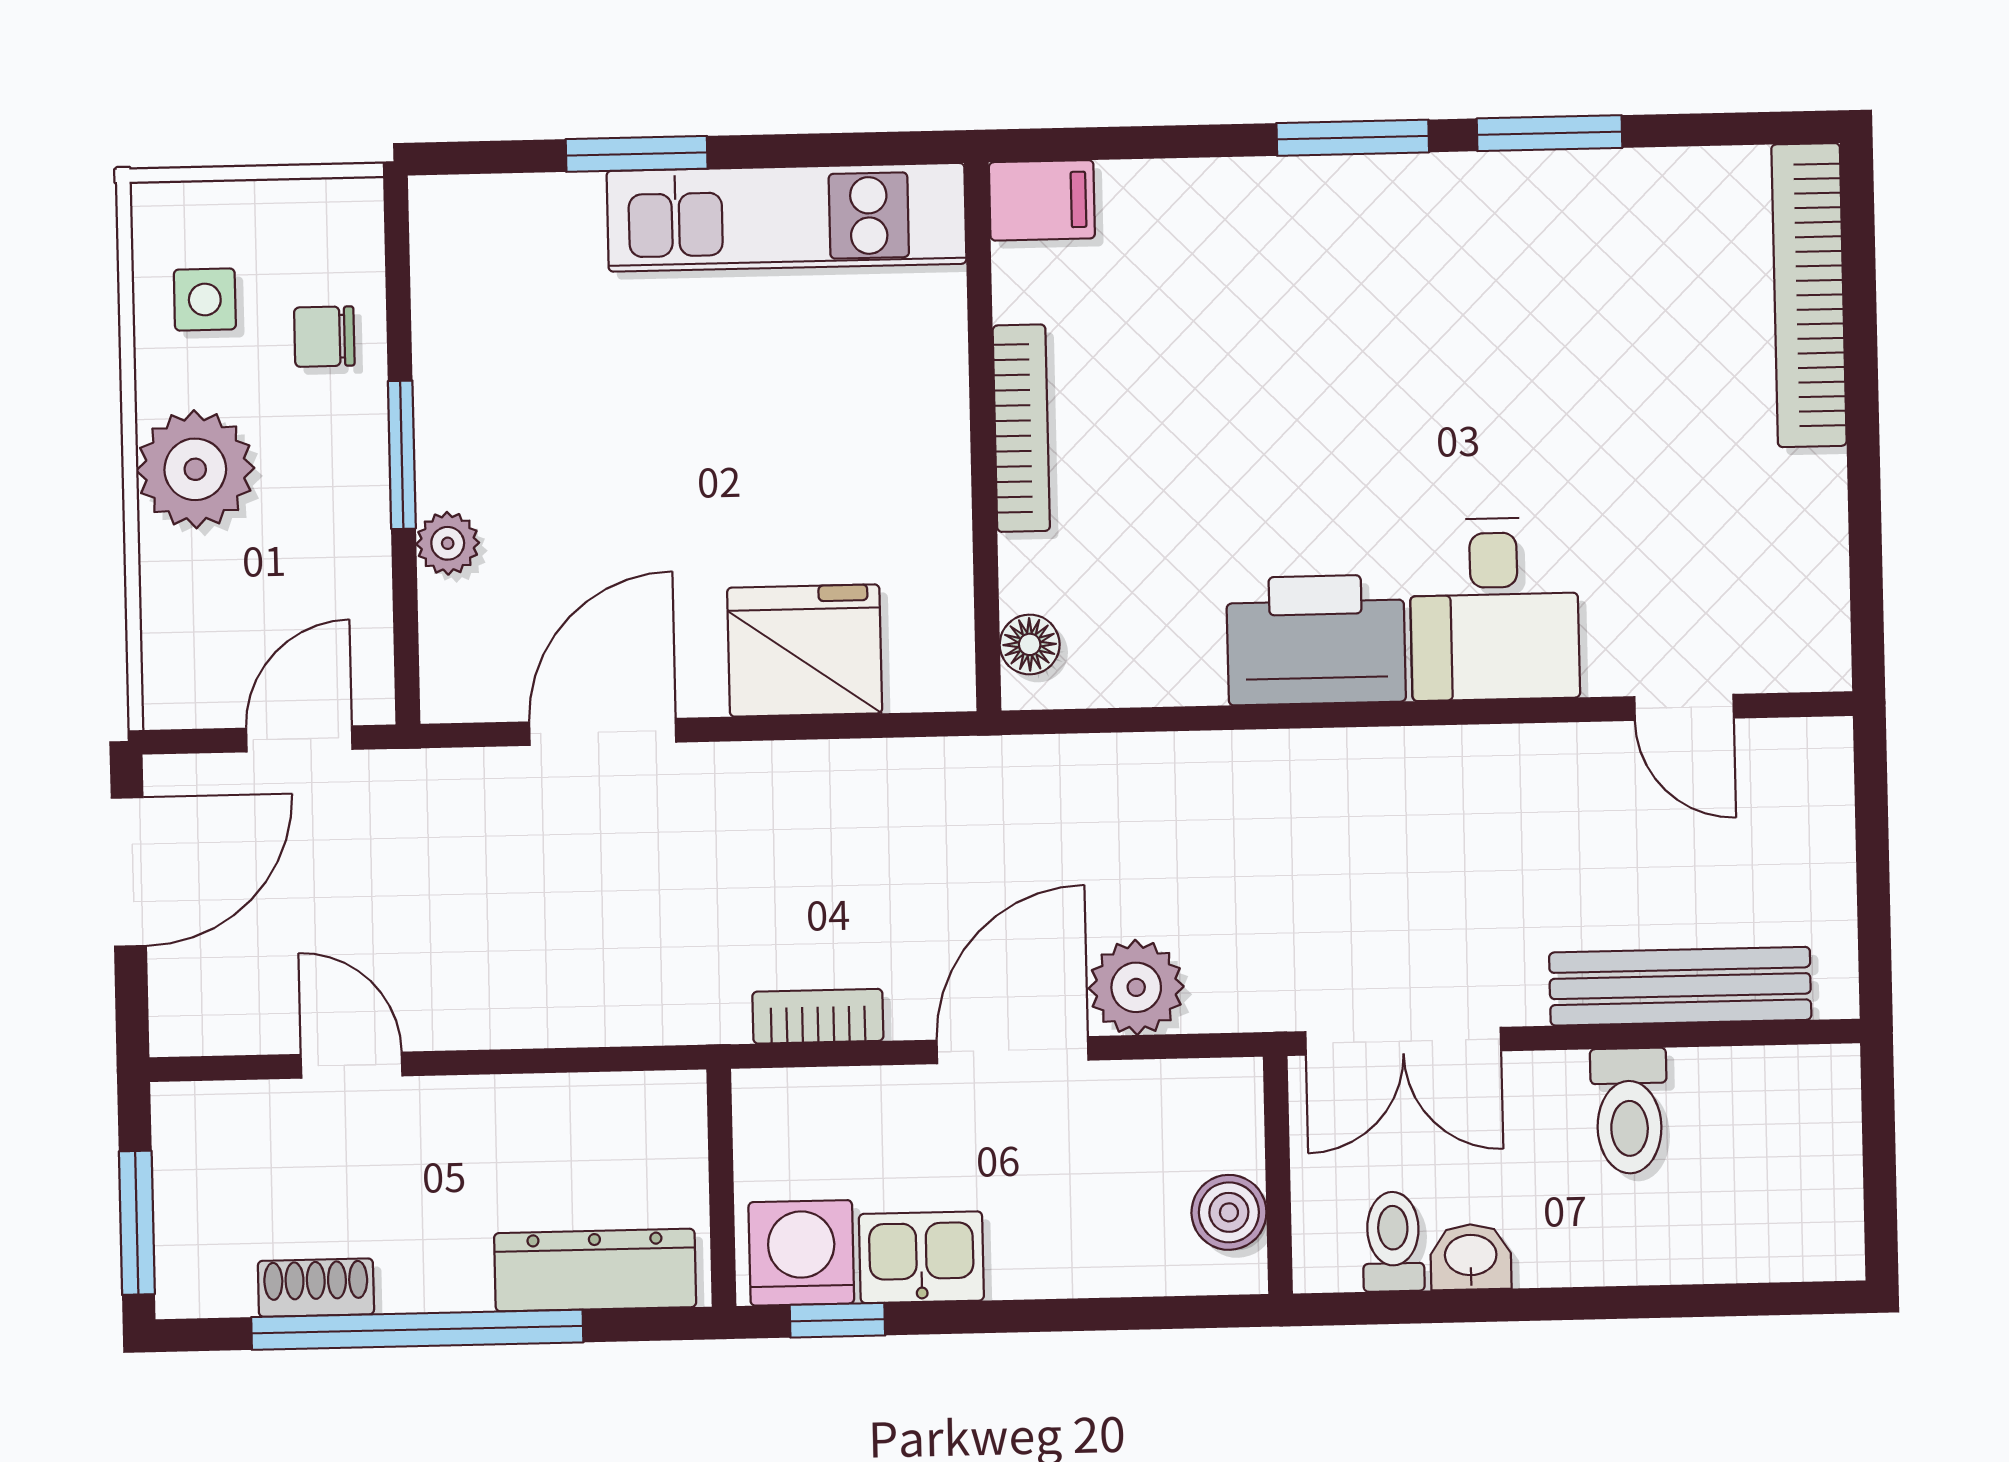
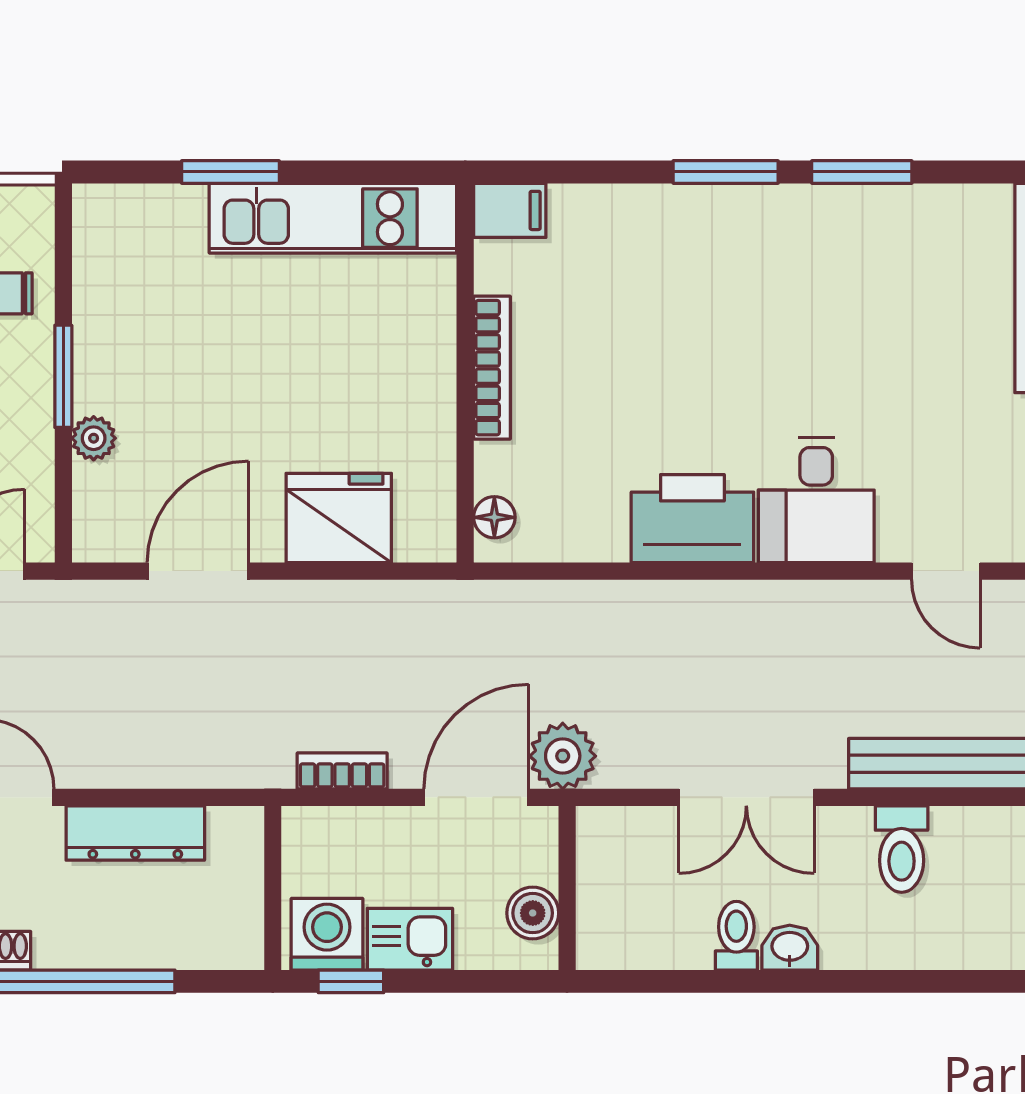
wall: (1278, 1175) -> (567, 888), moved
boiler: (1229, 1212) -> (533, 913), moved
dresser: (595, 1270) -> (135, 833), moved, turned 180

